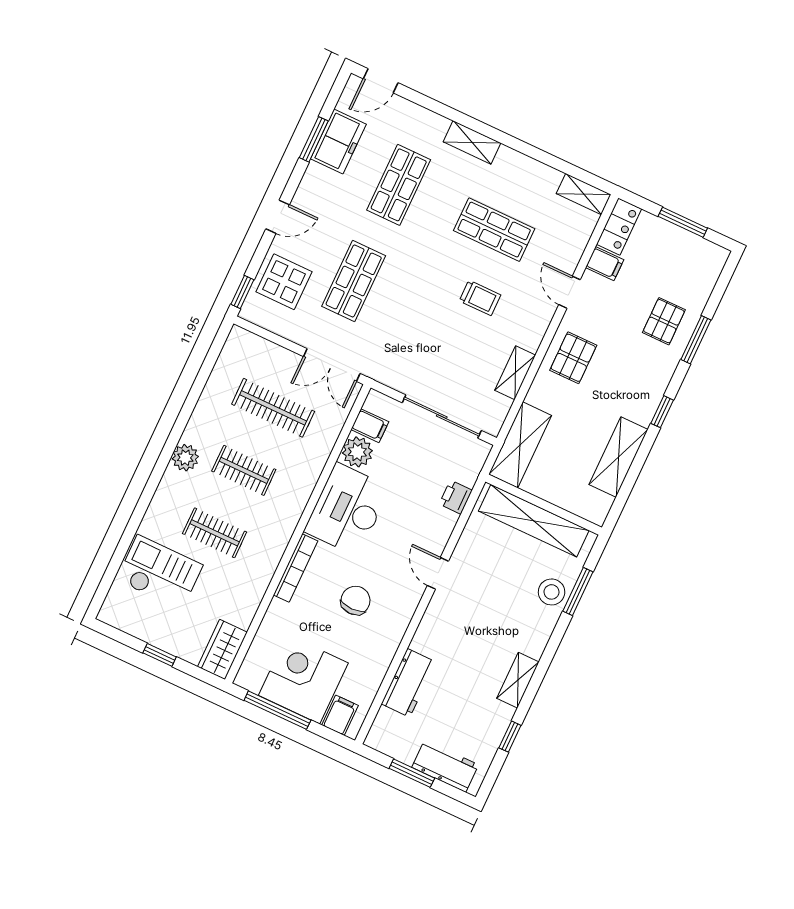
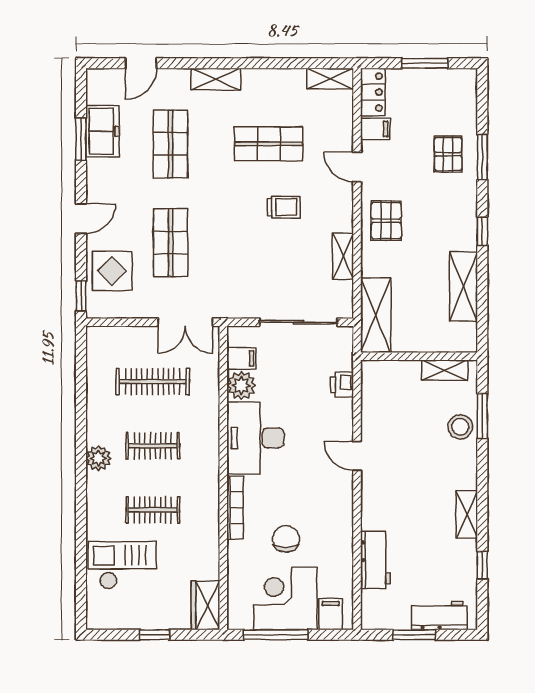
door: (381, 81) -> (141, 63), moved
shelving: (534, 521) -> (445, 370), width x0.45, depth x0.75
chair: (355, 600) -> (286, 539), moved

